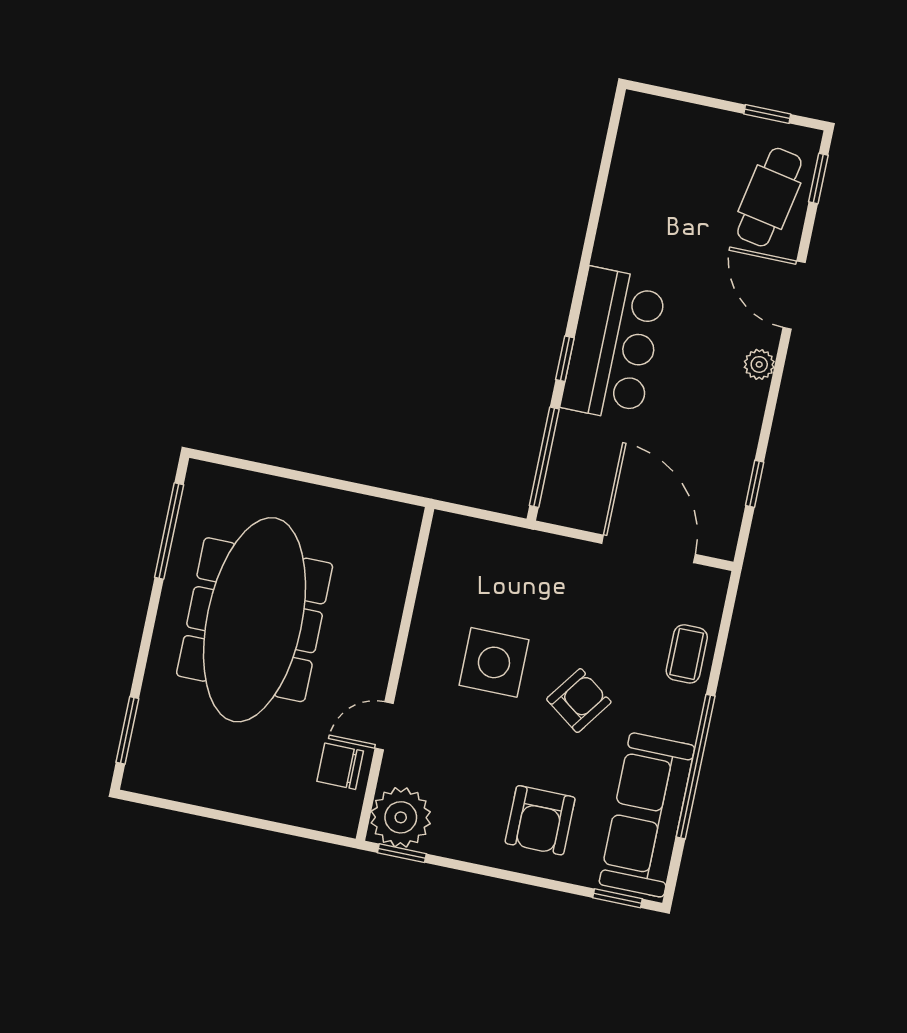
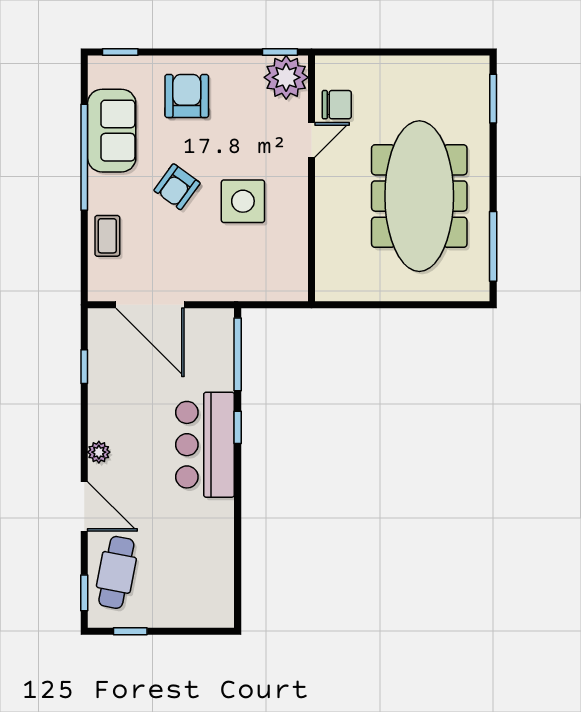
sofa: (647, 815) -> (112, 131), width x0.73

